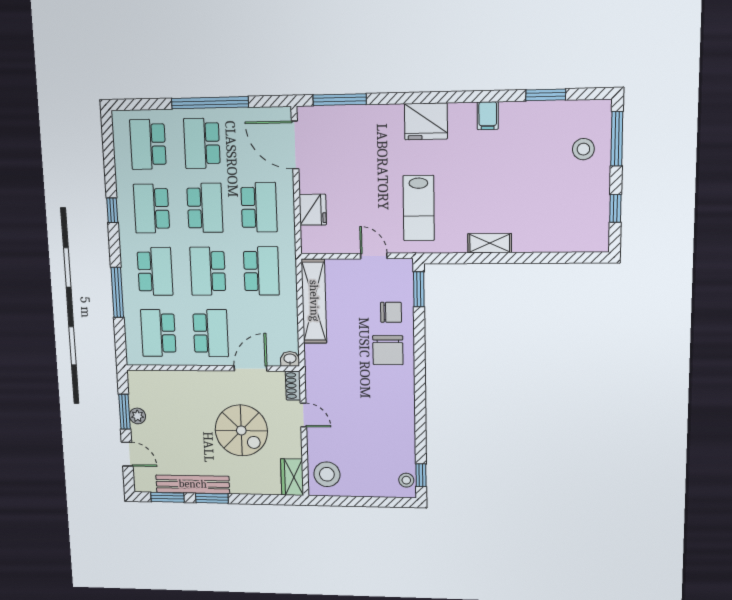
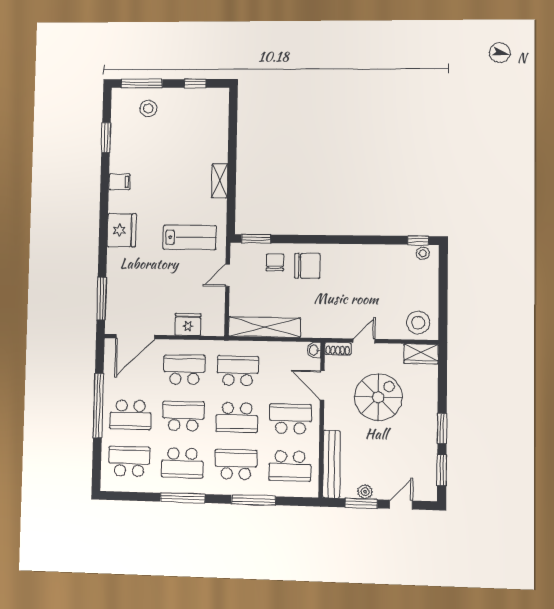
school desk: (148, 144) -> (129, 461), turned 180
window: (112, 210) -> (183, 498), width x2.17
bench: (193, 484) -> (331, 464), moved

